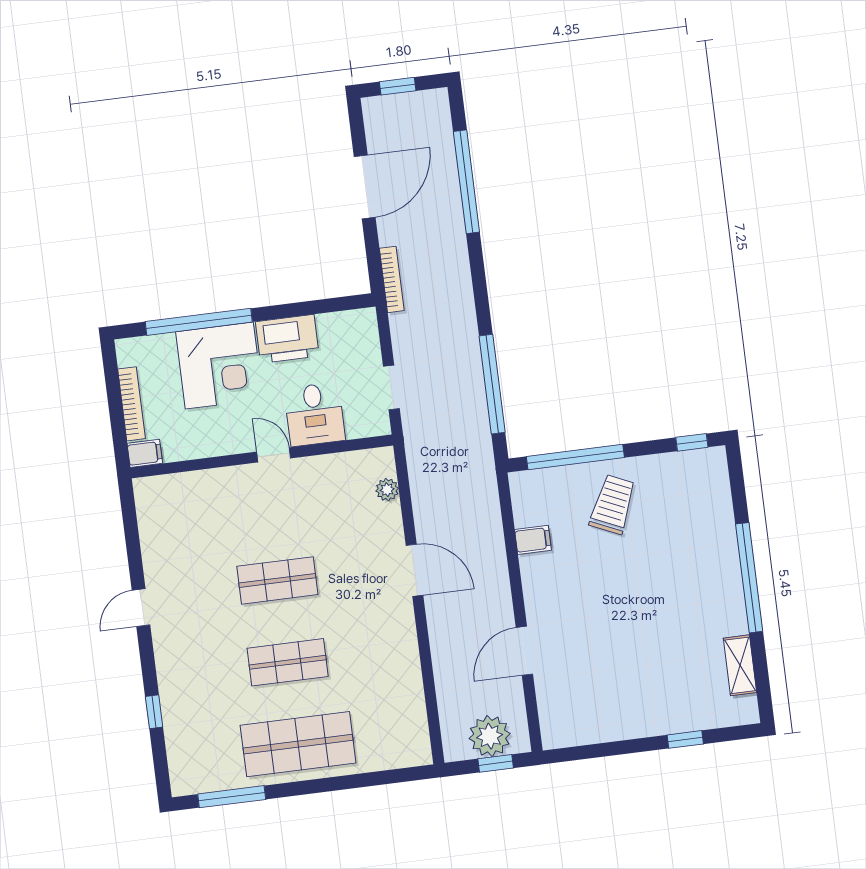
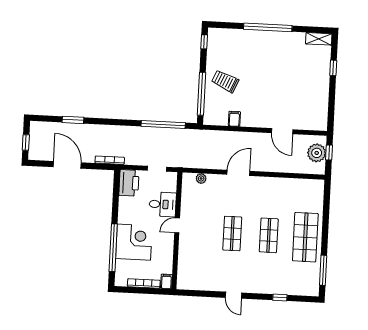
window: (466, 182) -> (73, 120), width x0.47
printer: (287, 339) -> (129, 183), moved
shelving: (740, 665) -> (319, 39), moved

